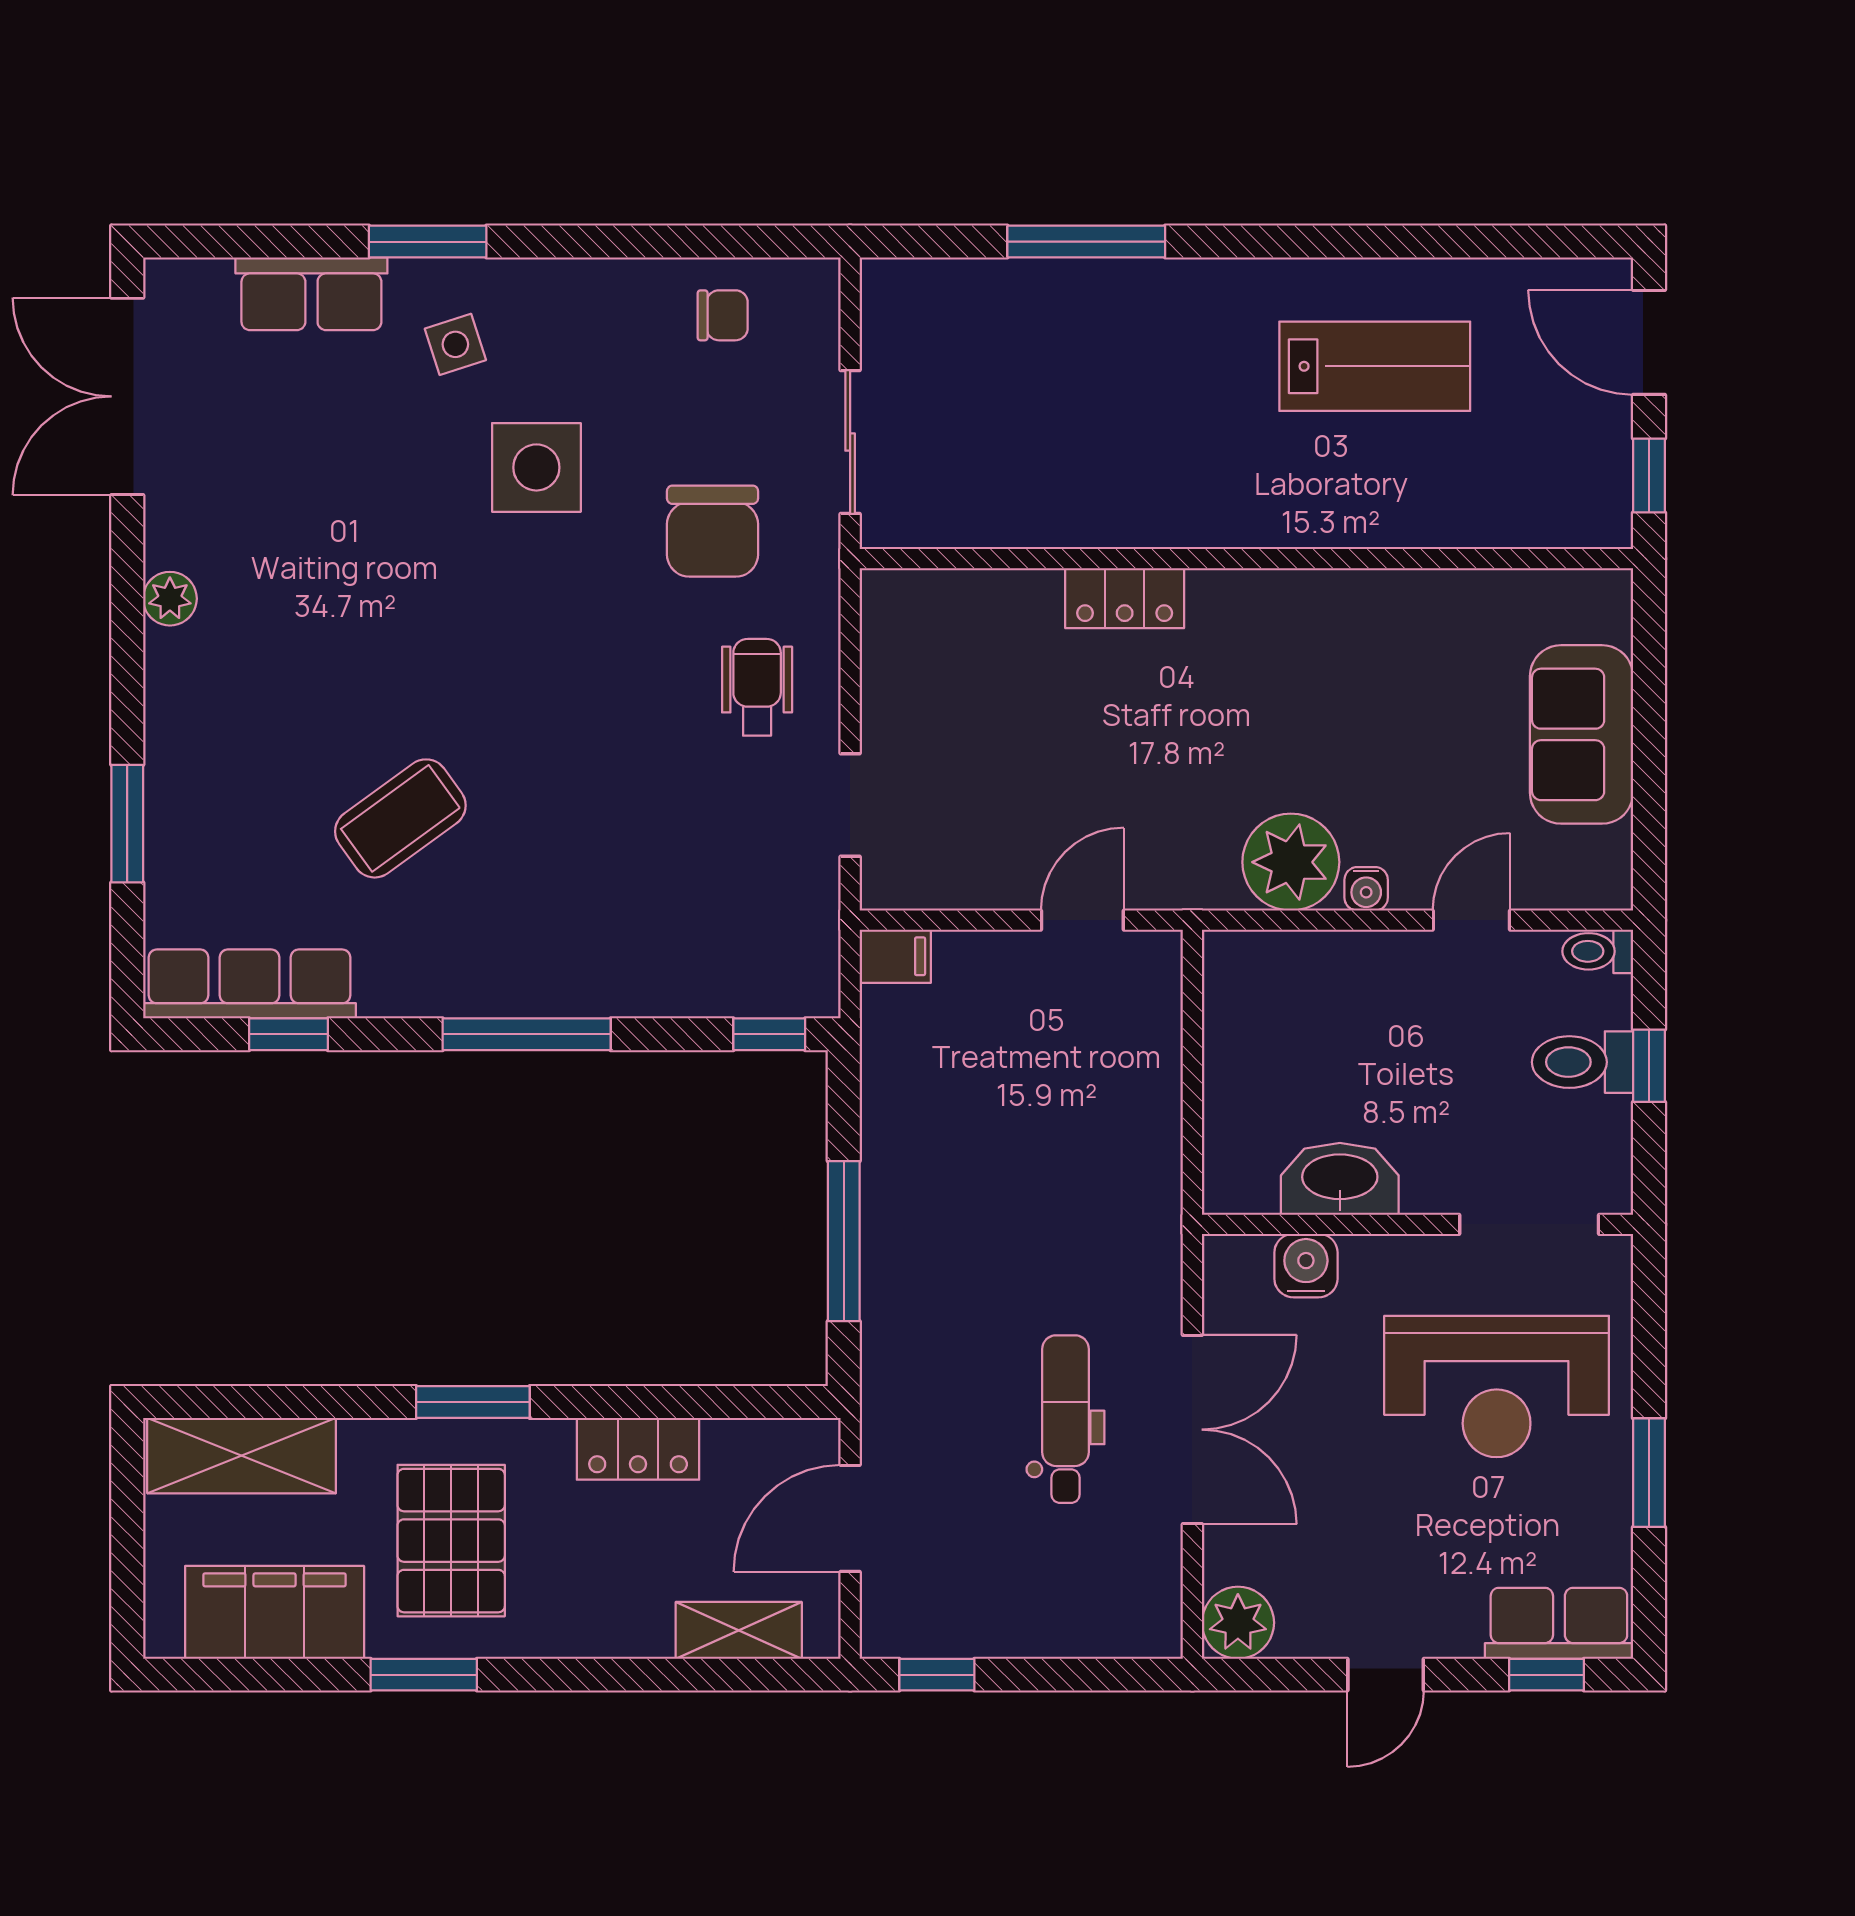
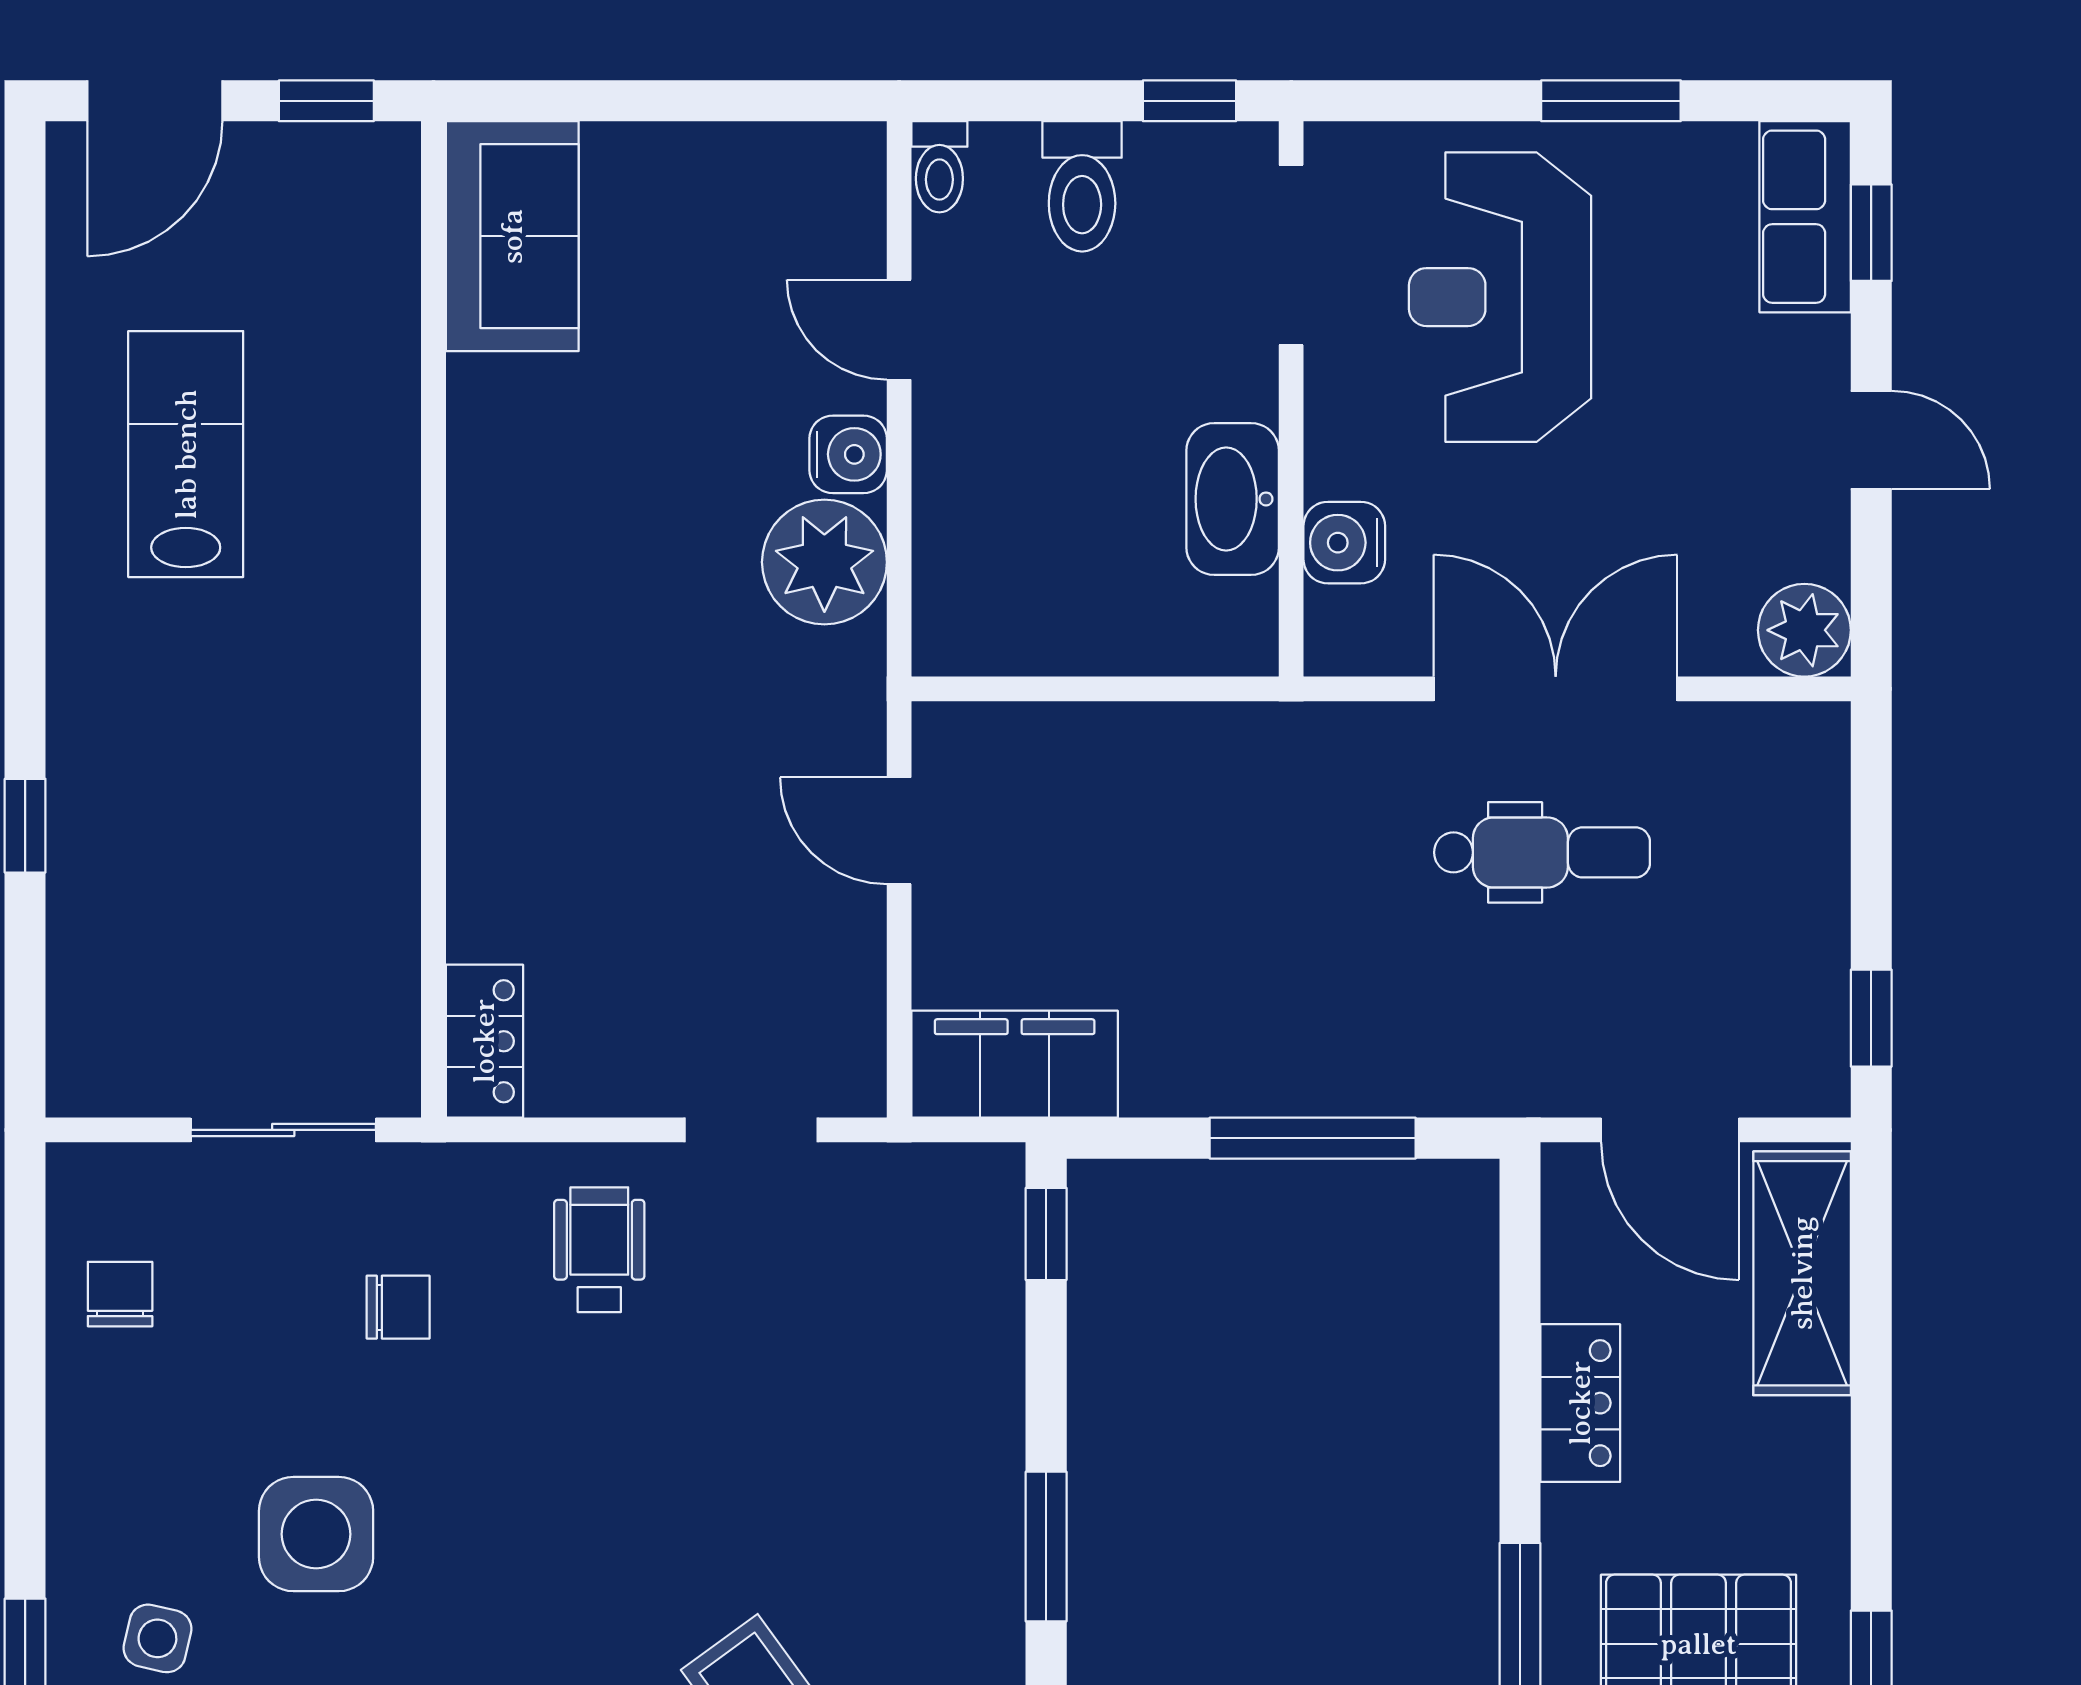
window: (1086, 242) -> (25, 826), width x0.46
side table: (455, 344) -> (157, 1638), turned 31
chair: (713, 531) -> (398, 1307), width x0.54, depth x0.54
locker: (1125, 598) -> (484, 1041), moved
wheelchair: (757, 687) -> (599, 1250), turned 90
sofa: (1582, 734) -> (512, 236), moved, turned -90
water cooler: (1366, 889) -> (848, 454), width x1.38, depth x1.38
filing cabinet: (895, 956) -> (1015, 1064), width x3.00, depth x1.17
window: (527, 1034) -> (1046, 1547), width x0.69
window: (1649, 1066) -> (1190, 101), moved
reception desk: (1497, 1387) -> (1500, 297), turned 180
dental chair: (1065, 1419) -> (1542, 852), turned 180
shelving: (739, 1630) -> (1802, 1273), width x1.50, depth x1.33

